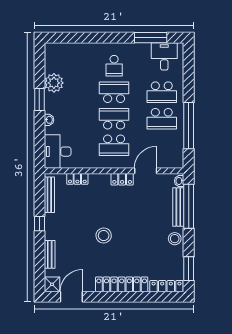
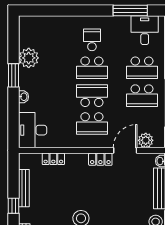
school desk: (114, 66) -> (92, 40), turned 180
school desk: (114, 92) -> (92, 68), turned 180
plant: (165, 161) -> (146, 140), added
bench: (49, 195) -> (24, 188), moved

